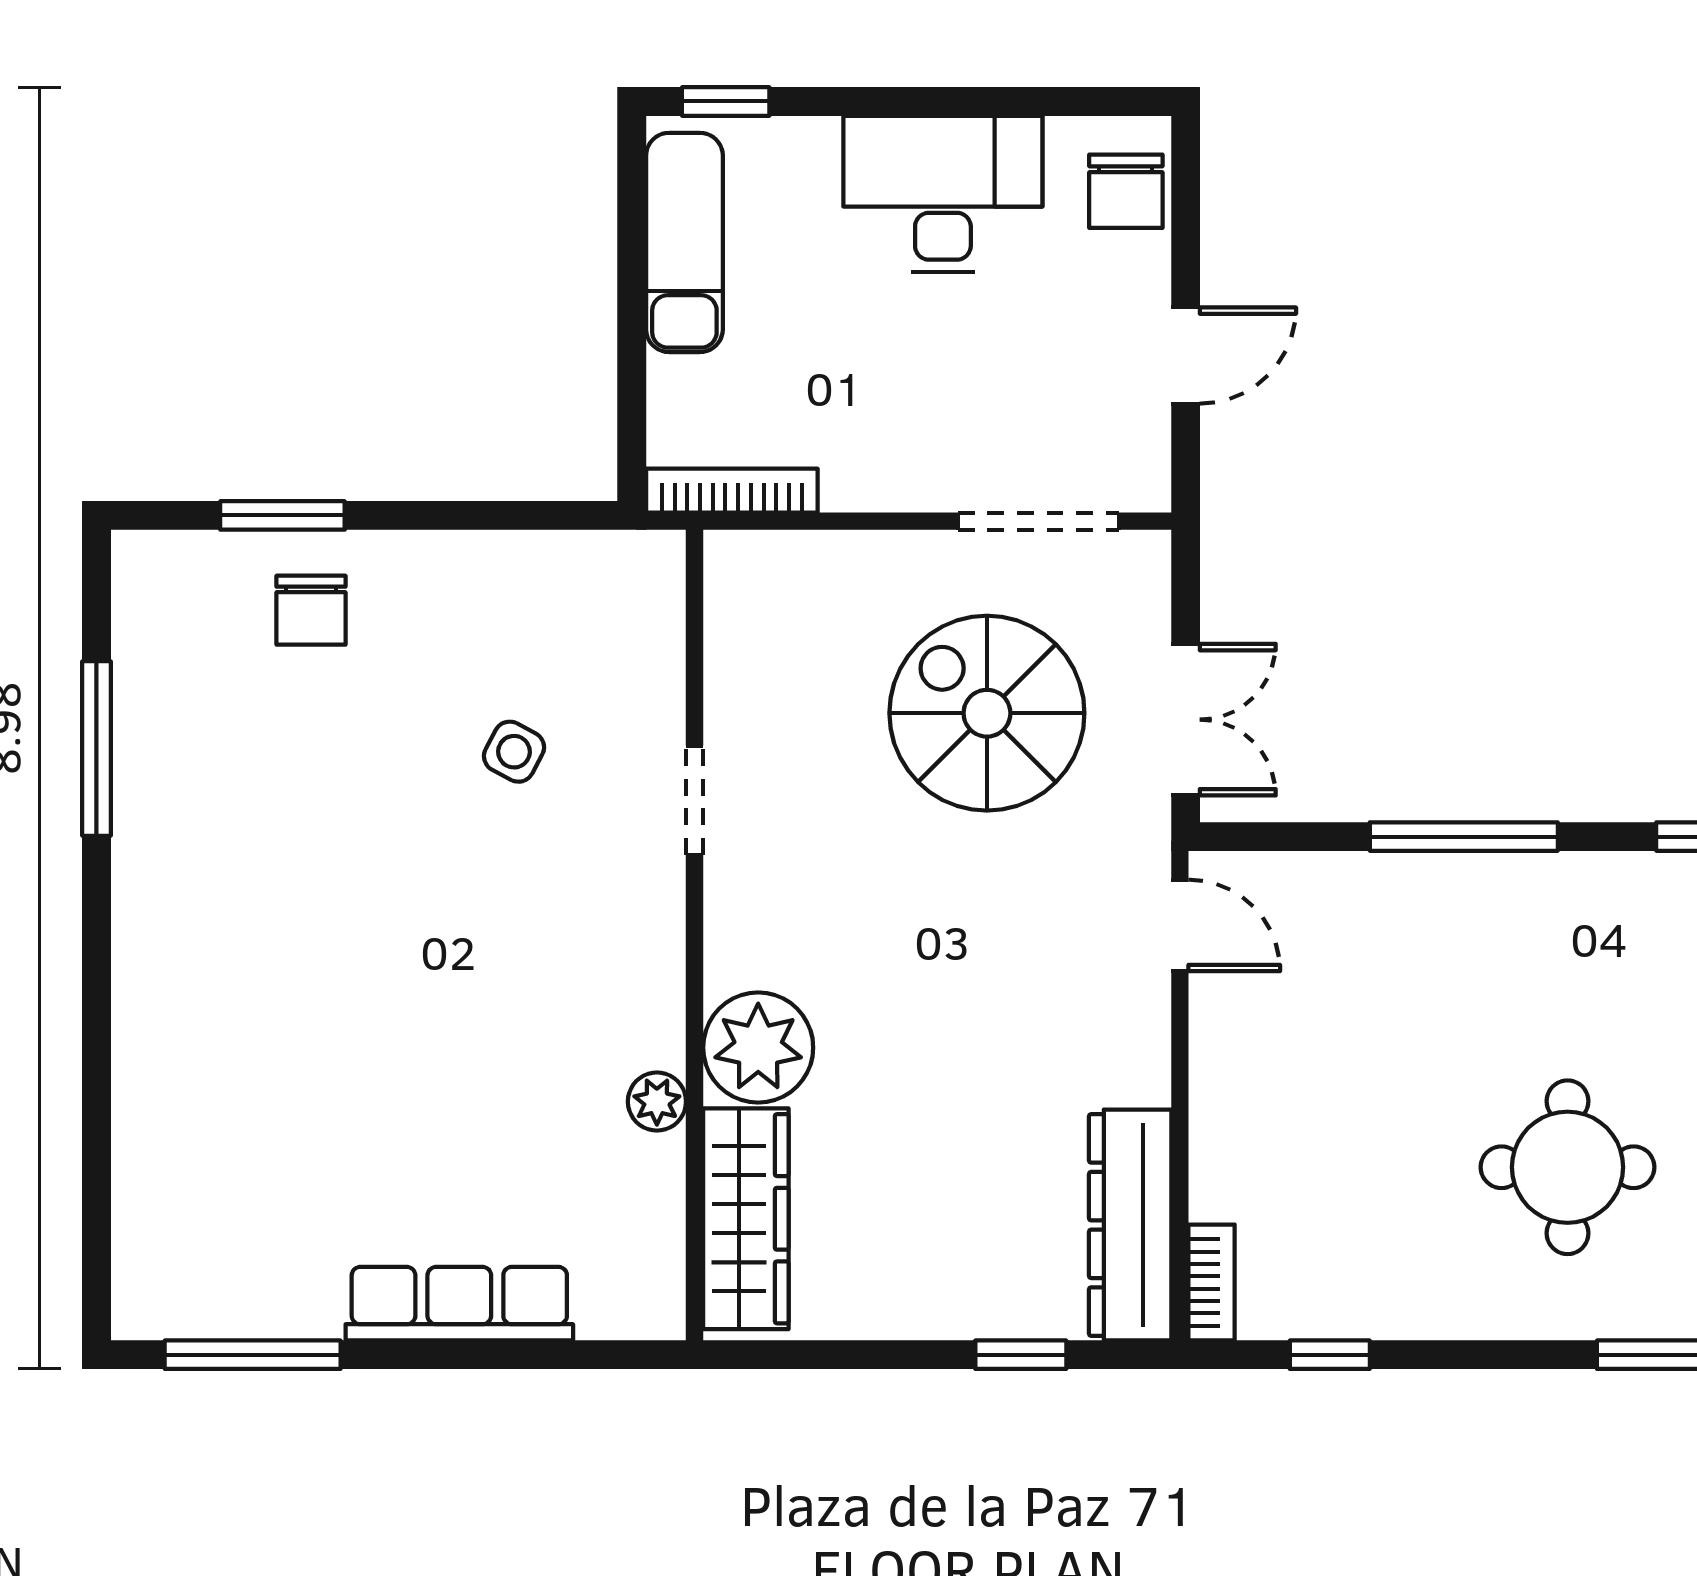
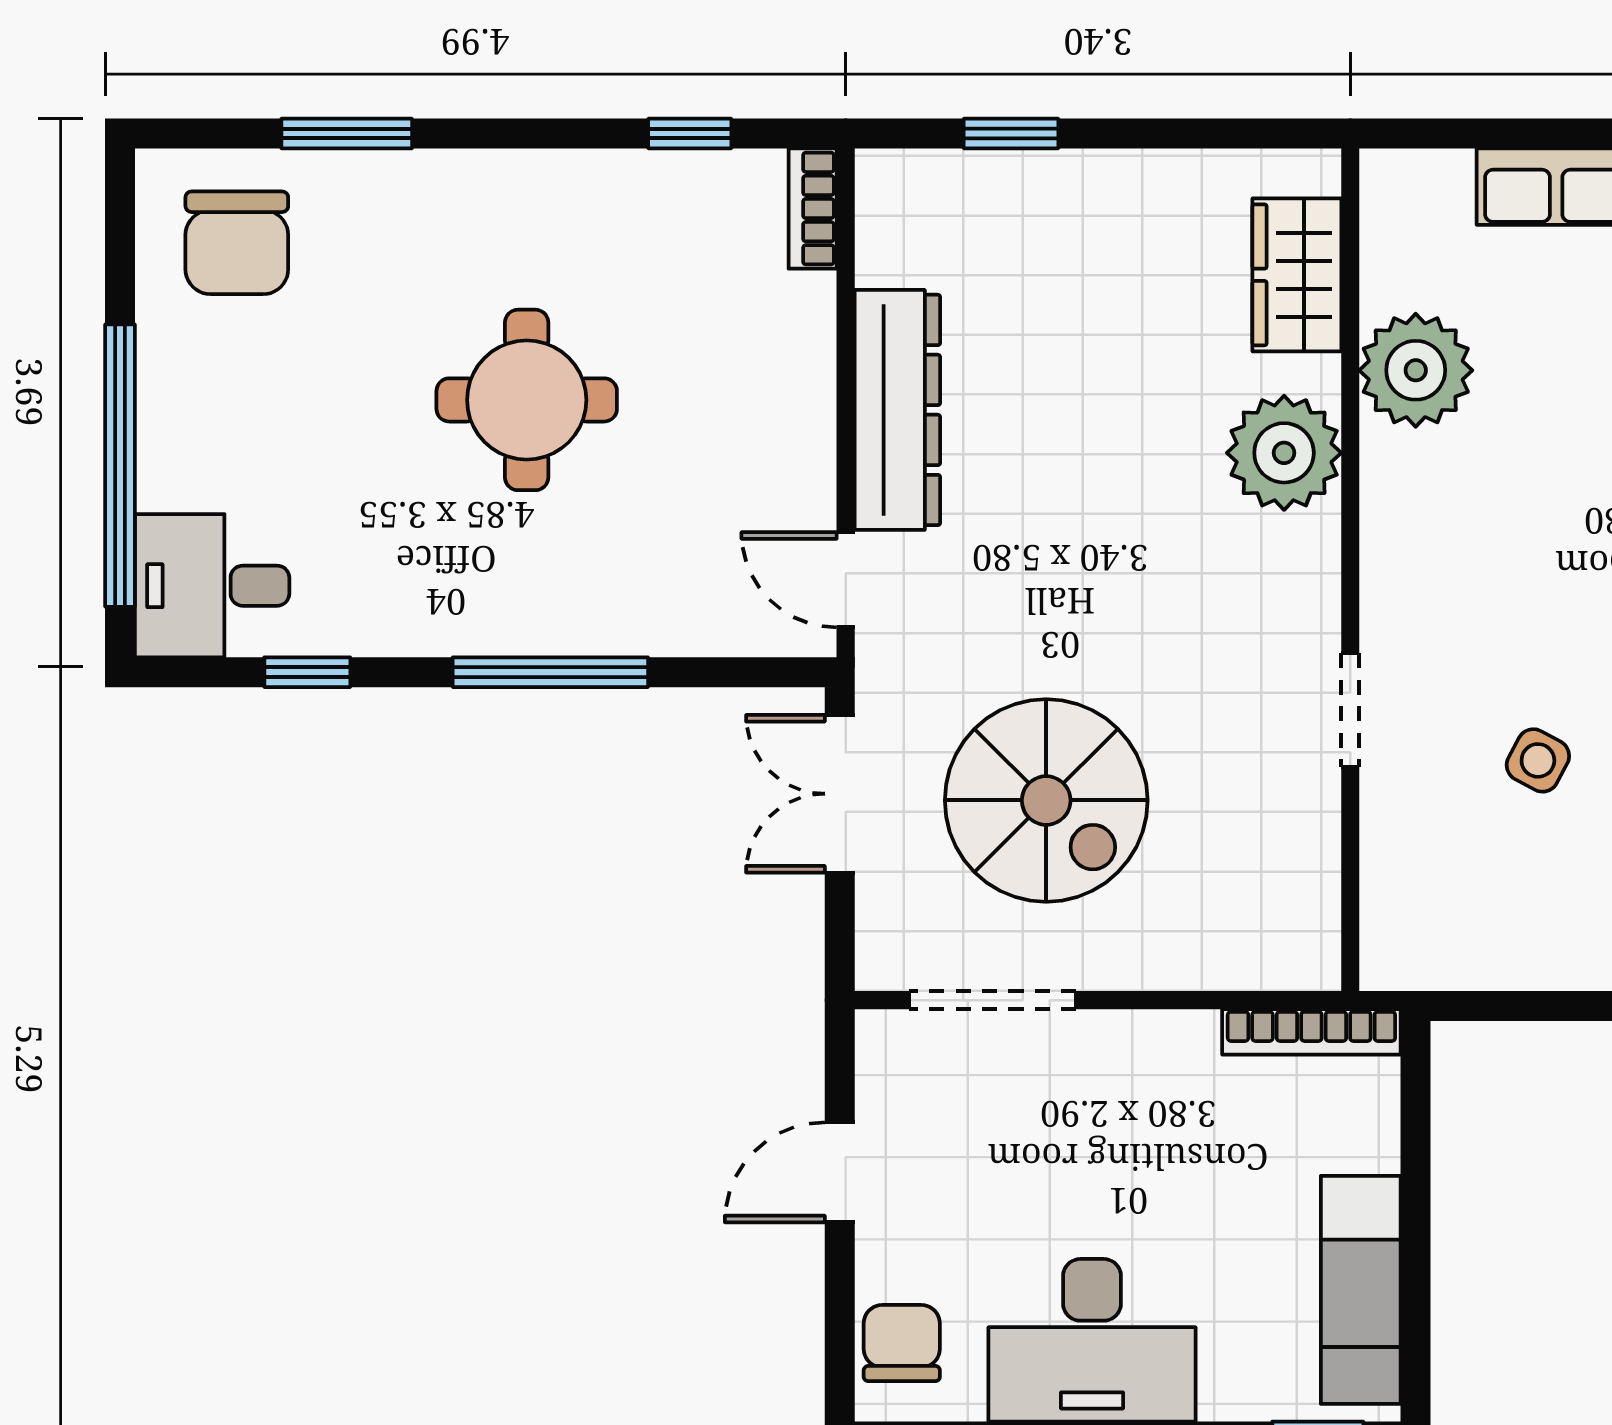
plant: (657, 1102) -> (1416, 370), width x1.88, depth x1.88
round table: (1568, 1167) -> (527, 400), moved
wardrobe: (746, 1219) -> (1297, 275), width x0.67
dresser: (1130, 1225) -> (897, 410), moved

